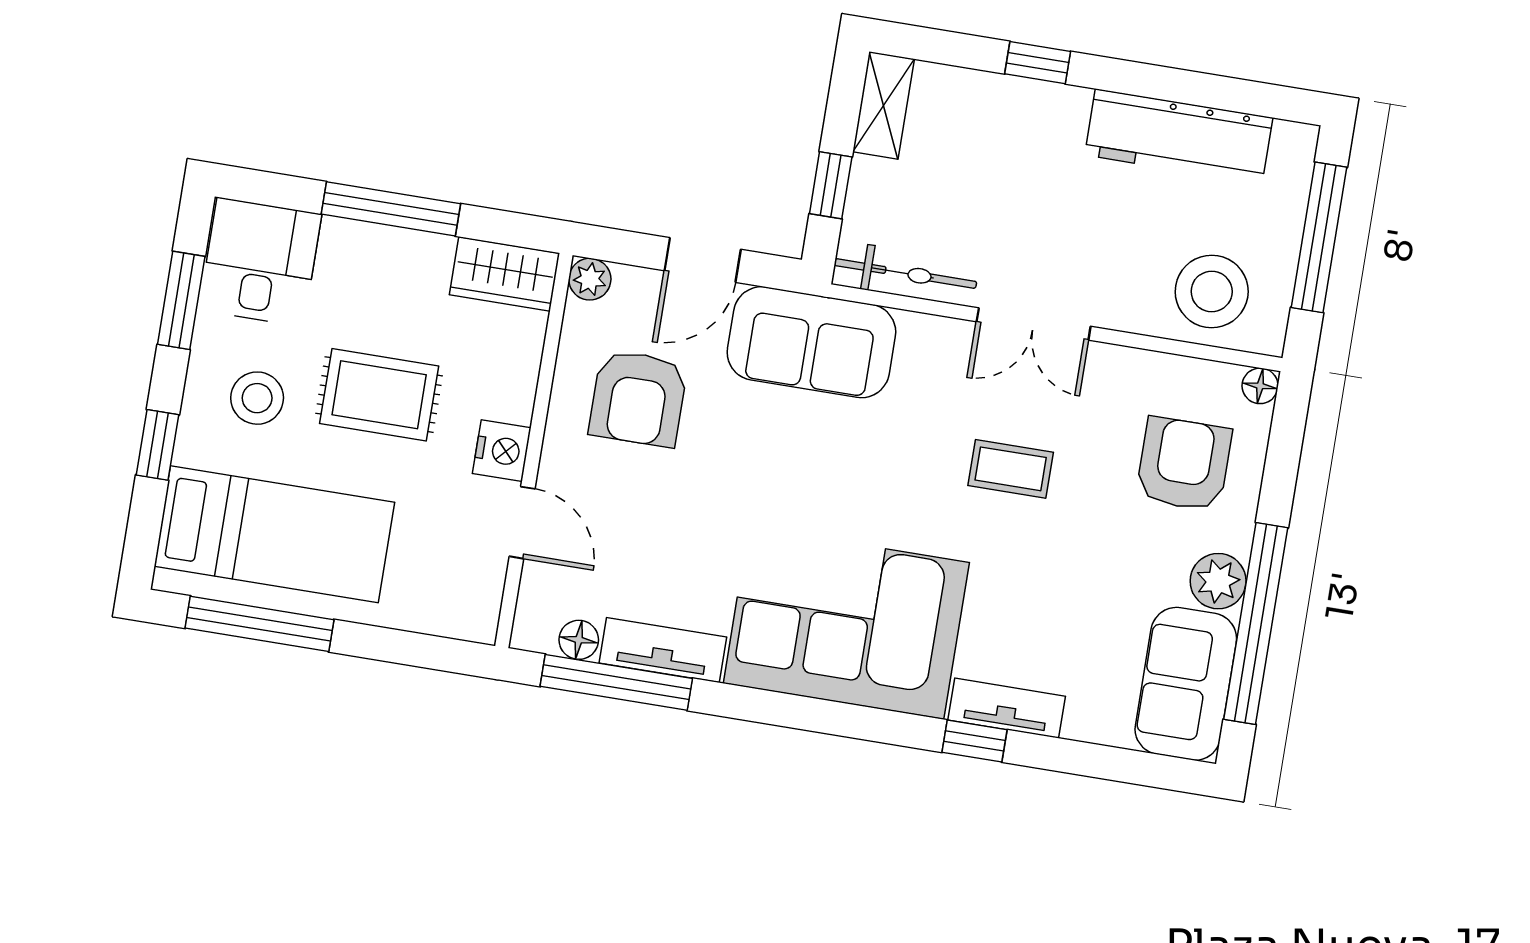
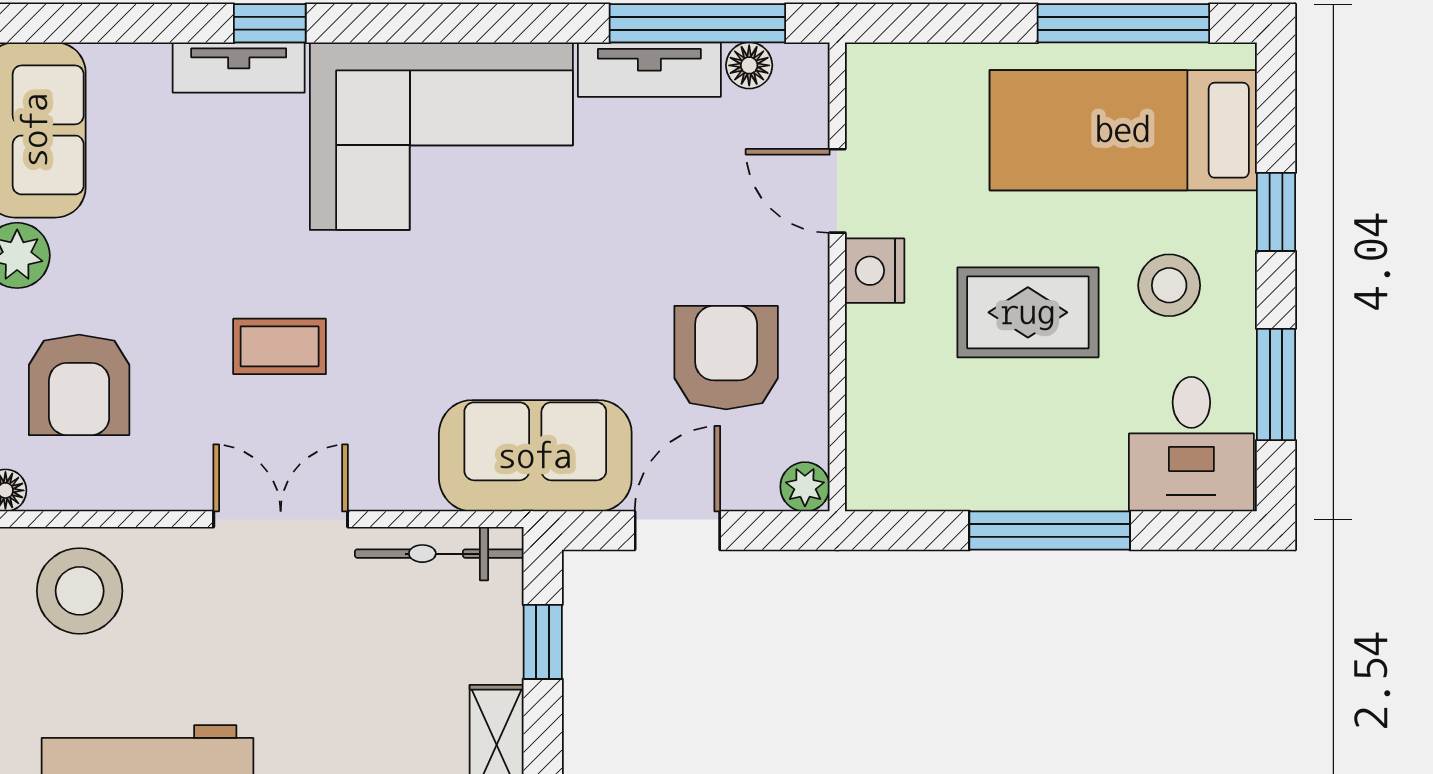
wardrobe: (505, 274) -> (905, 477), removed

